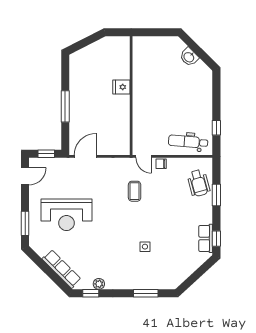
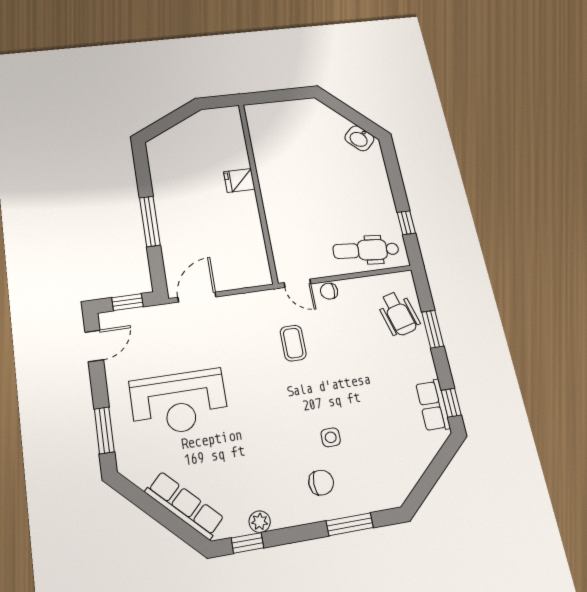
washbasin: (189, 57) -> (359, 138), moved
chair: (135, 270) -> (321, 483), added

